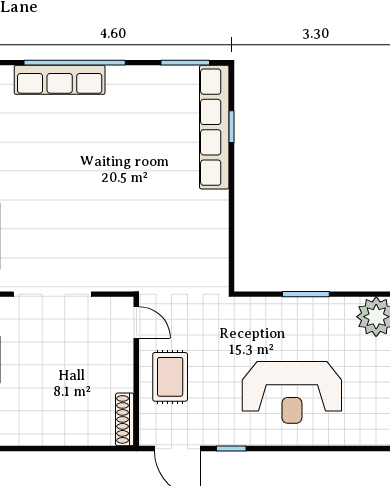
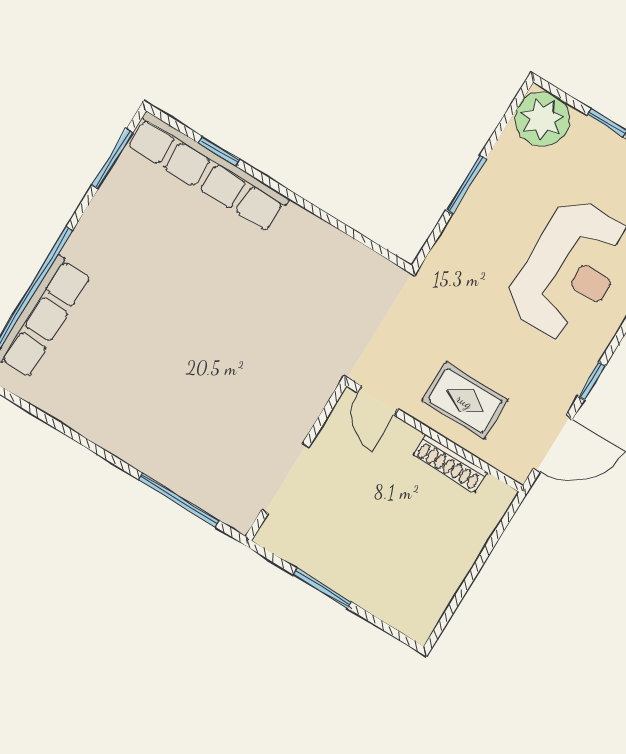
doorway: (52, 294) -> (285, 478), width x0.73
door: (136, 322) -> (378, 401), swing flipped
shoe rack: (125, 419) -> (450, 464), moved

